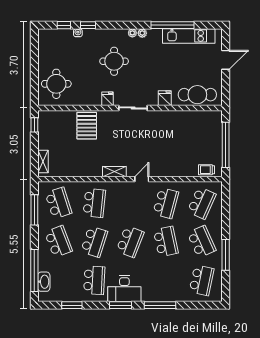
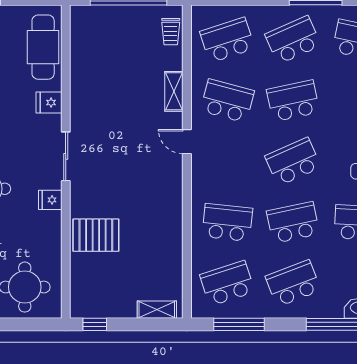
shelving: (114, 172) -> (174, 91), moved
school desk: (202, 203) -> (227, 40), turned -42
school desk: (94, 242) -> (293, 222), turned -30
school desk: (130, 242) -> (293, 162), turned -45

